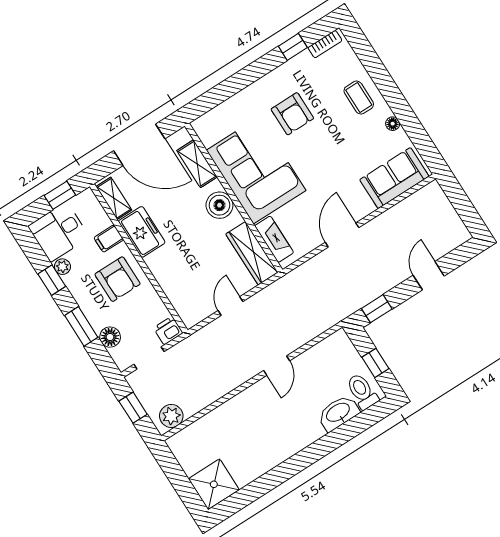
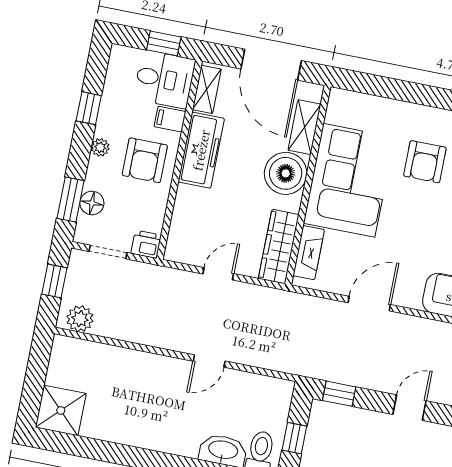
boiler: (219, 205) -> (286, 173), width x1.37, depth x1.37
desk: (59, 232) -> (164, 79), moved, turned 180
freezer: (142, 232) -> (201, 150), width x1.40
plant: (62, 267) -> (100, 147), moved
window: (81, 326) -> (71, 199), moved

